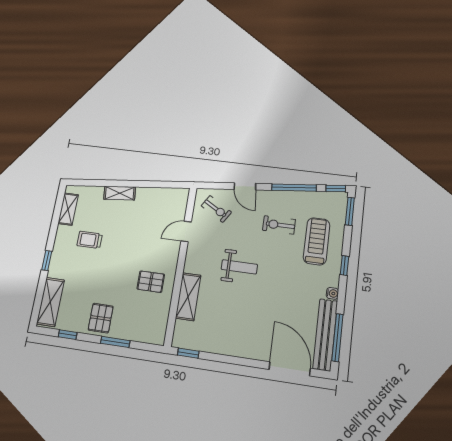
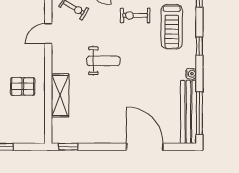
treadmill: (317, 241) -> (172, 27), turned 180
door: (290, 369) -> (145, 147), moved

